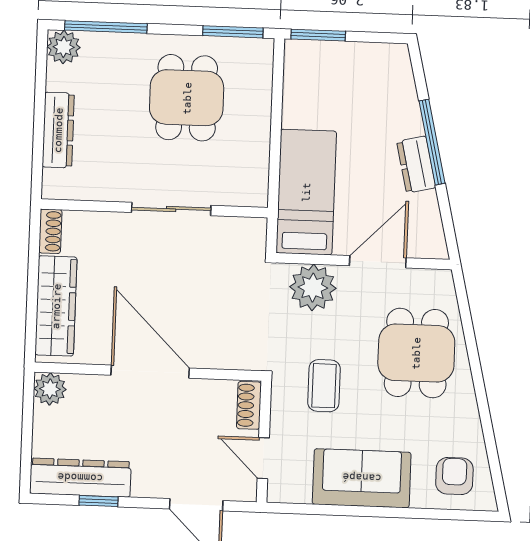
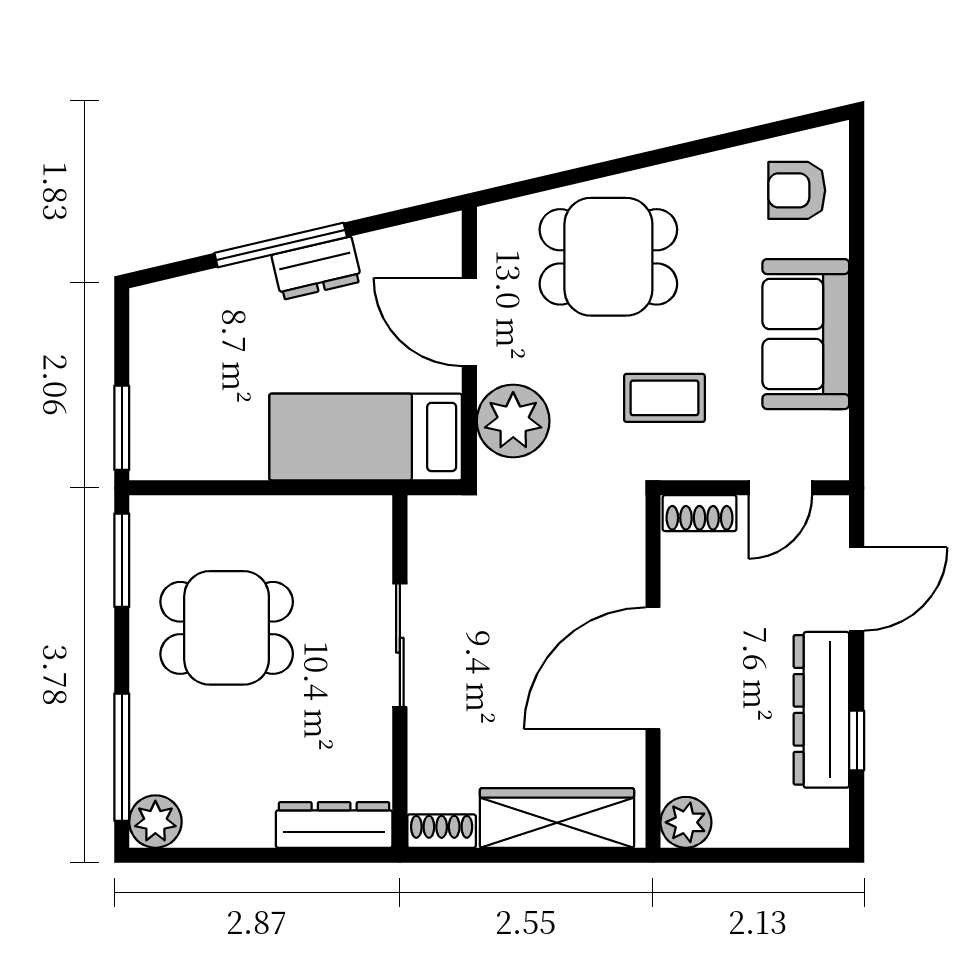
dresser: (58, 130) -> (334, 825), moved
dresser: (80, 478) -> (821, 710), moved

